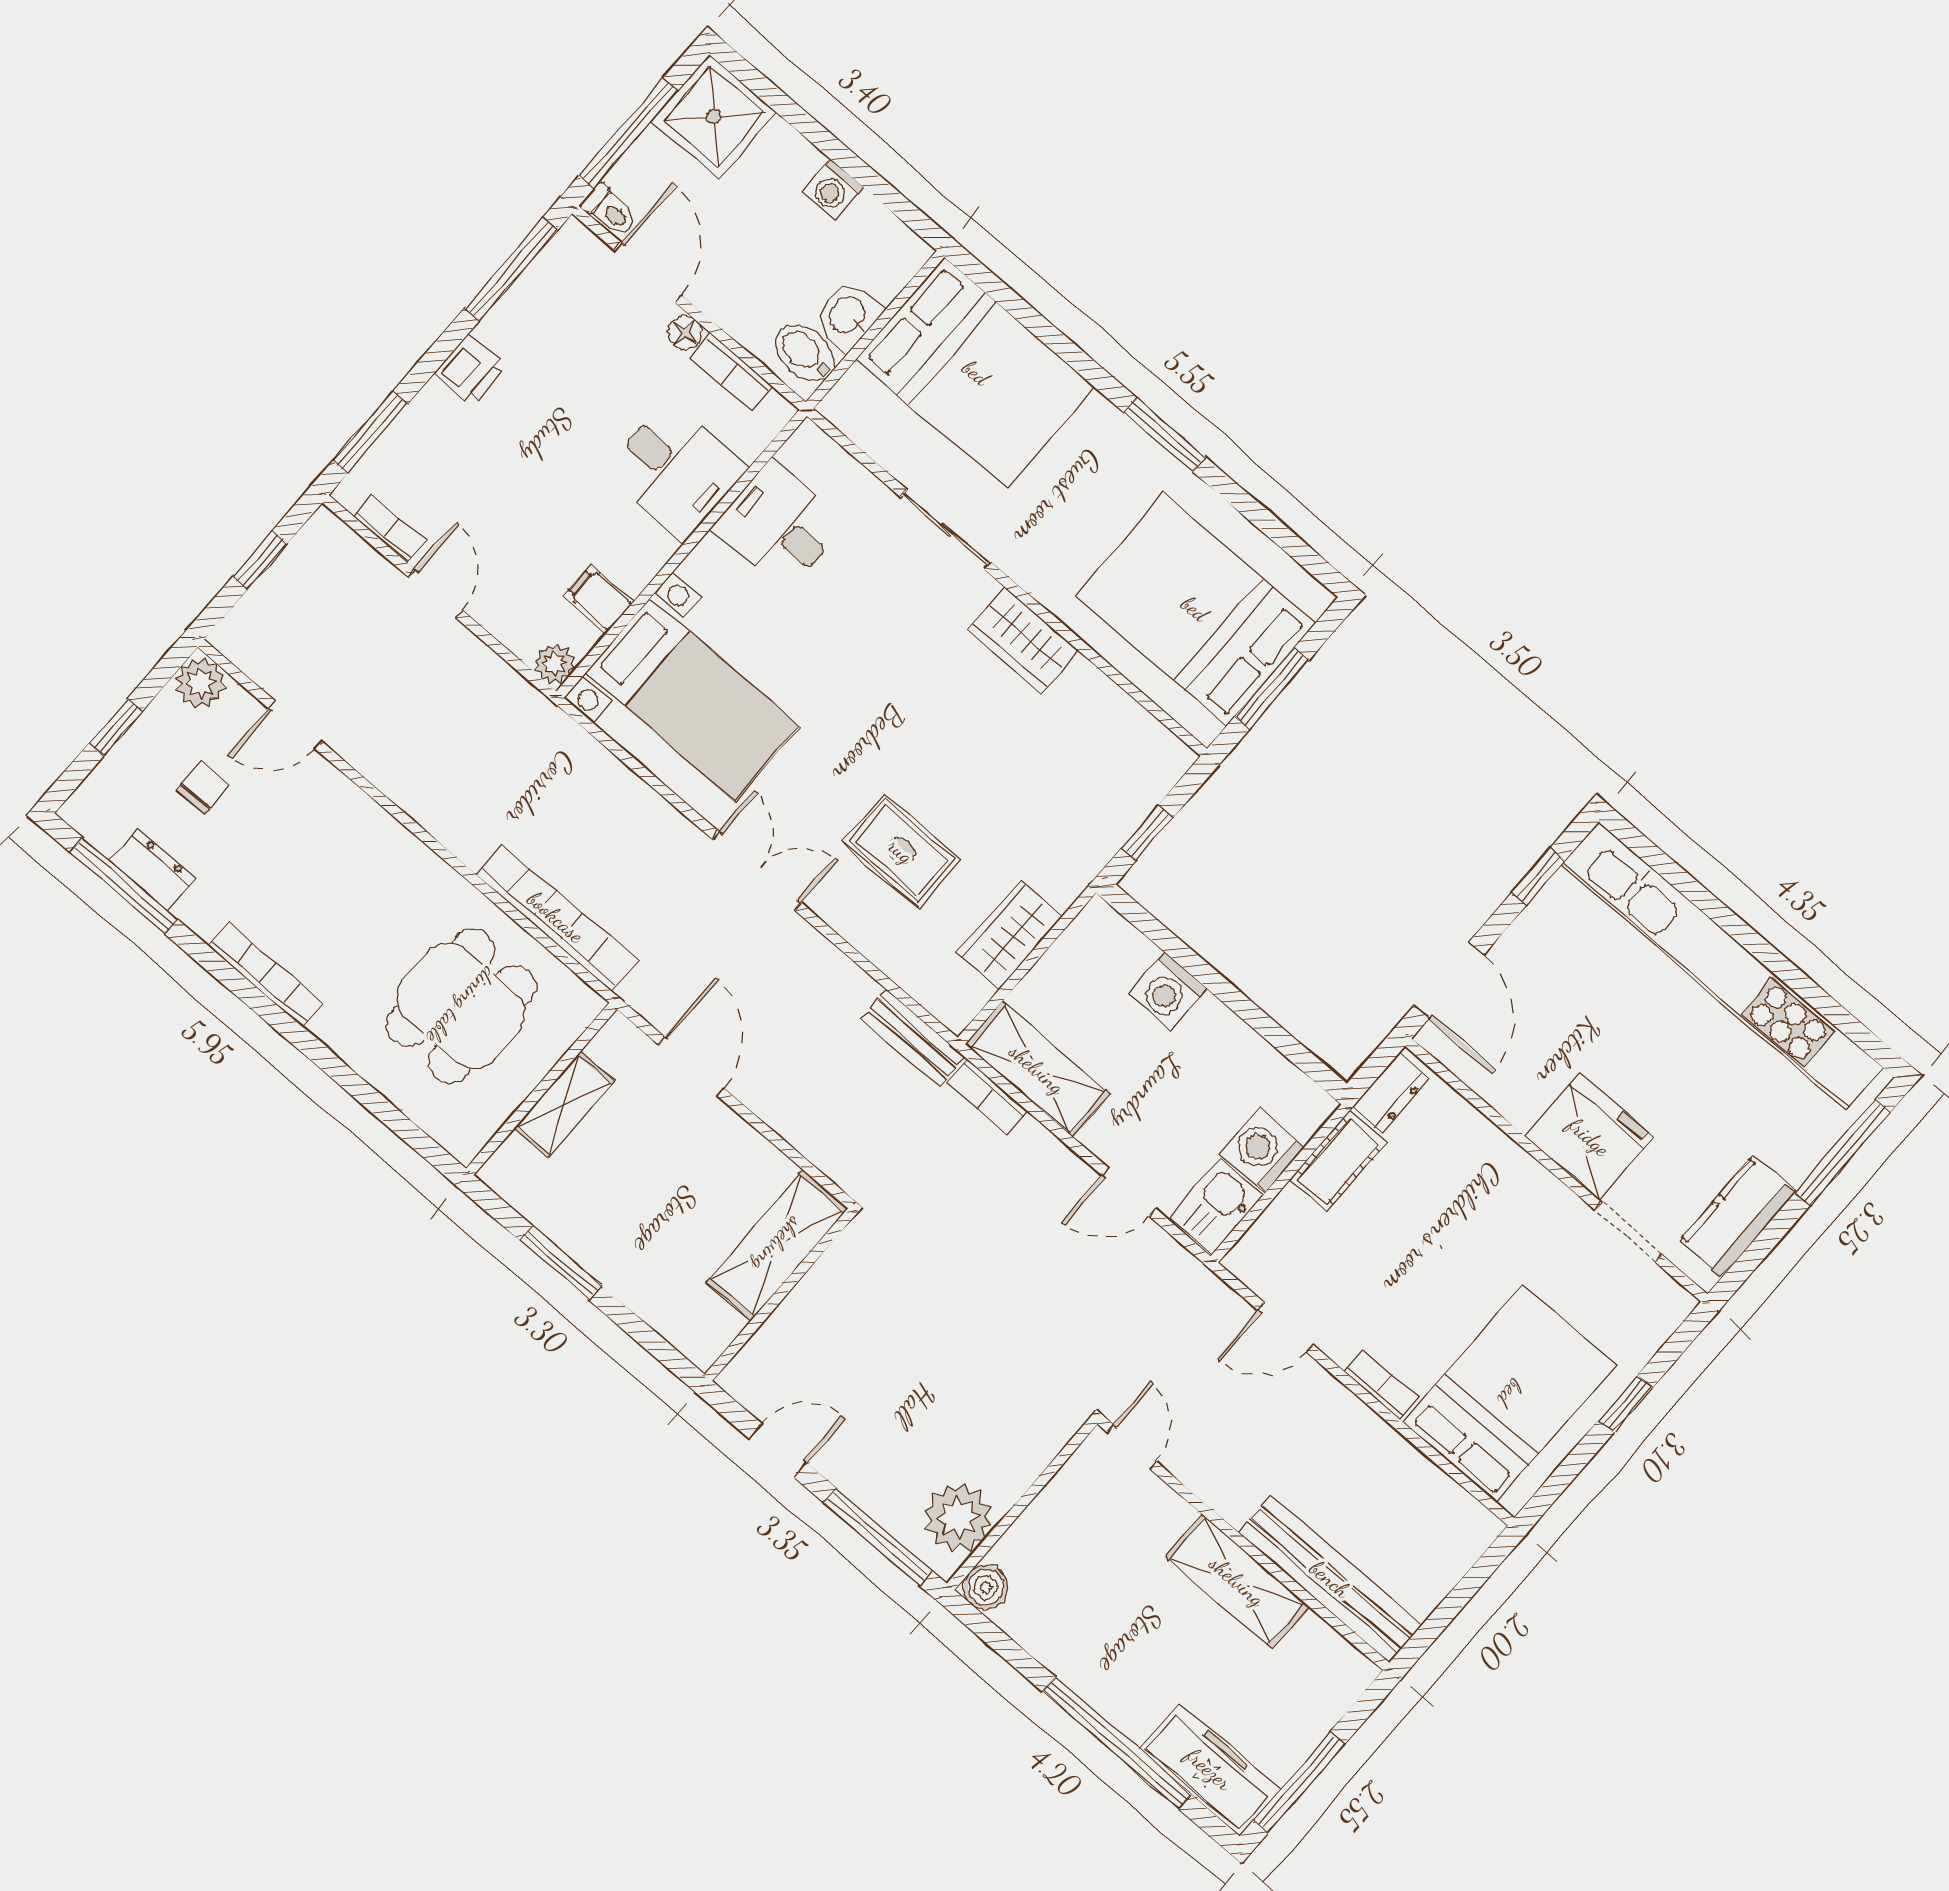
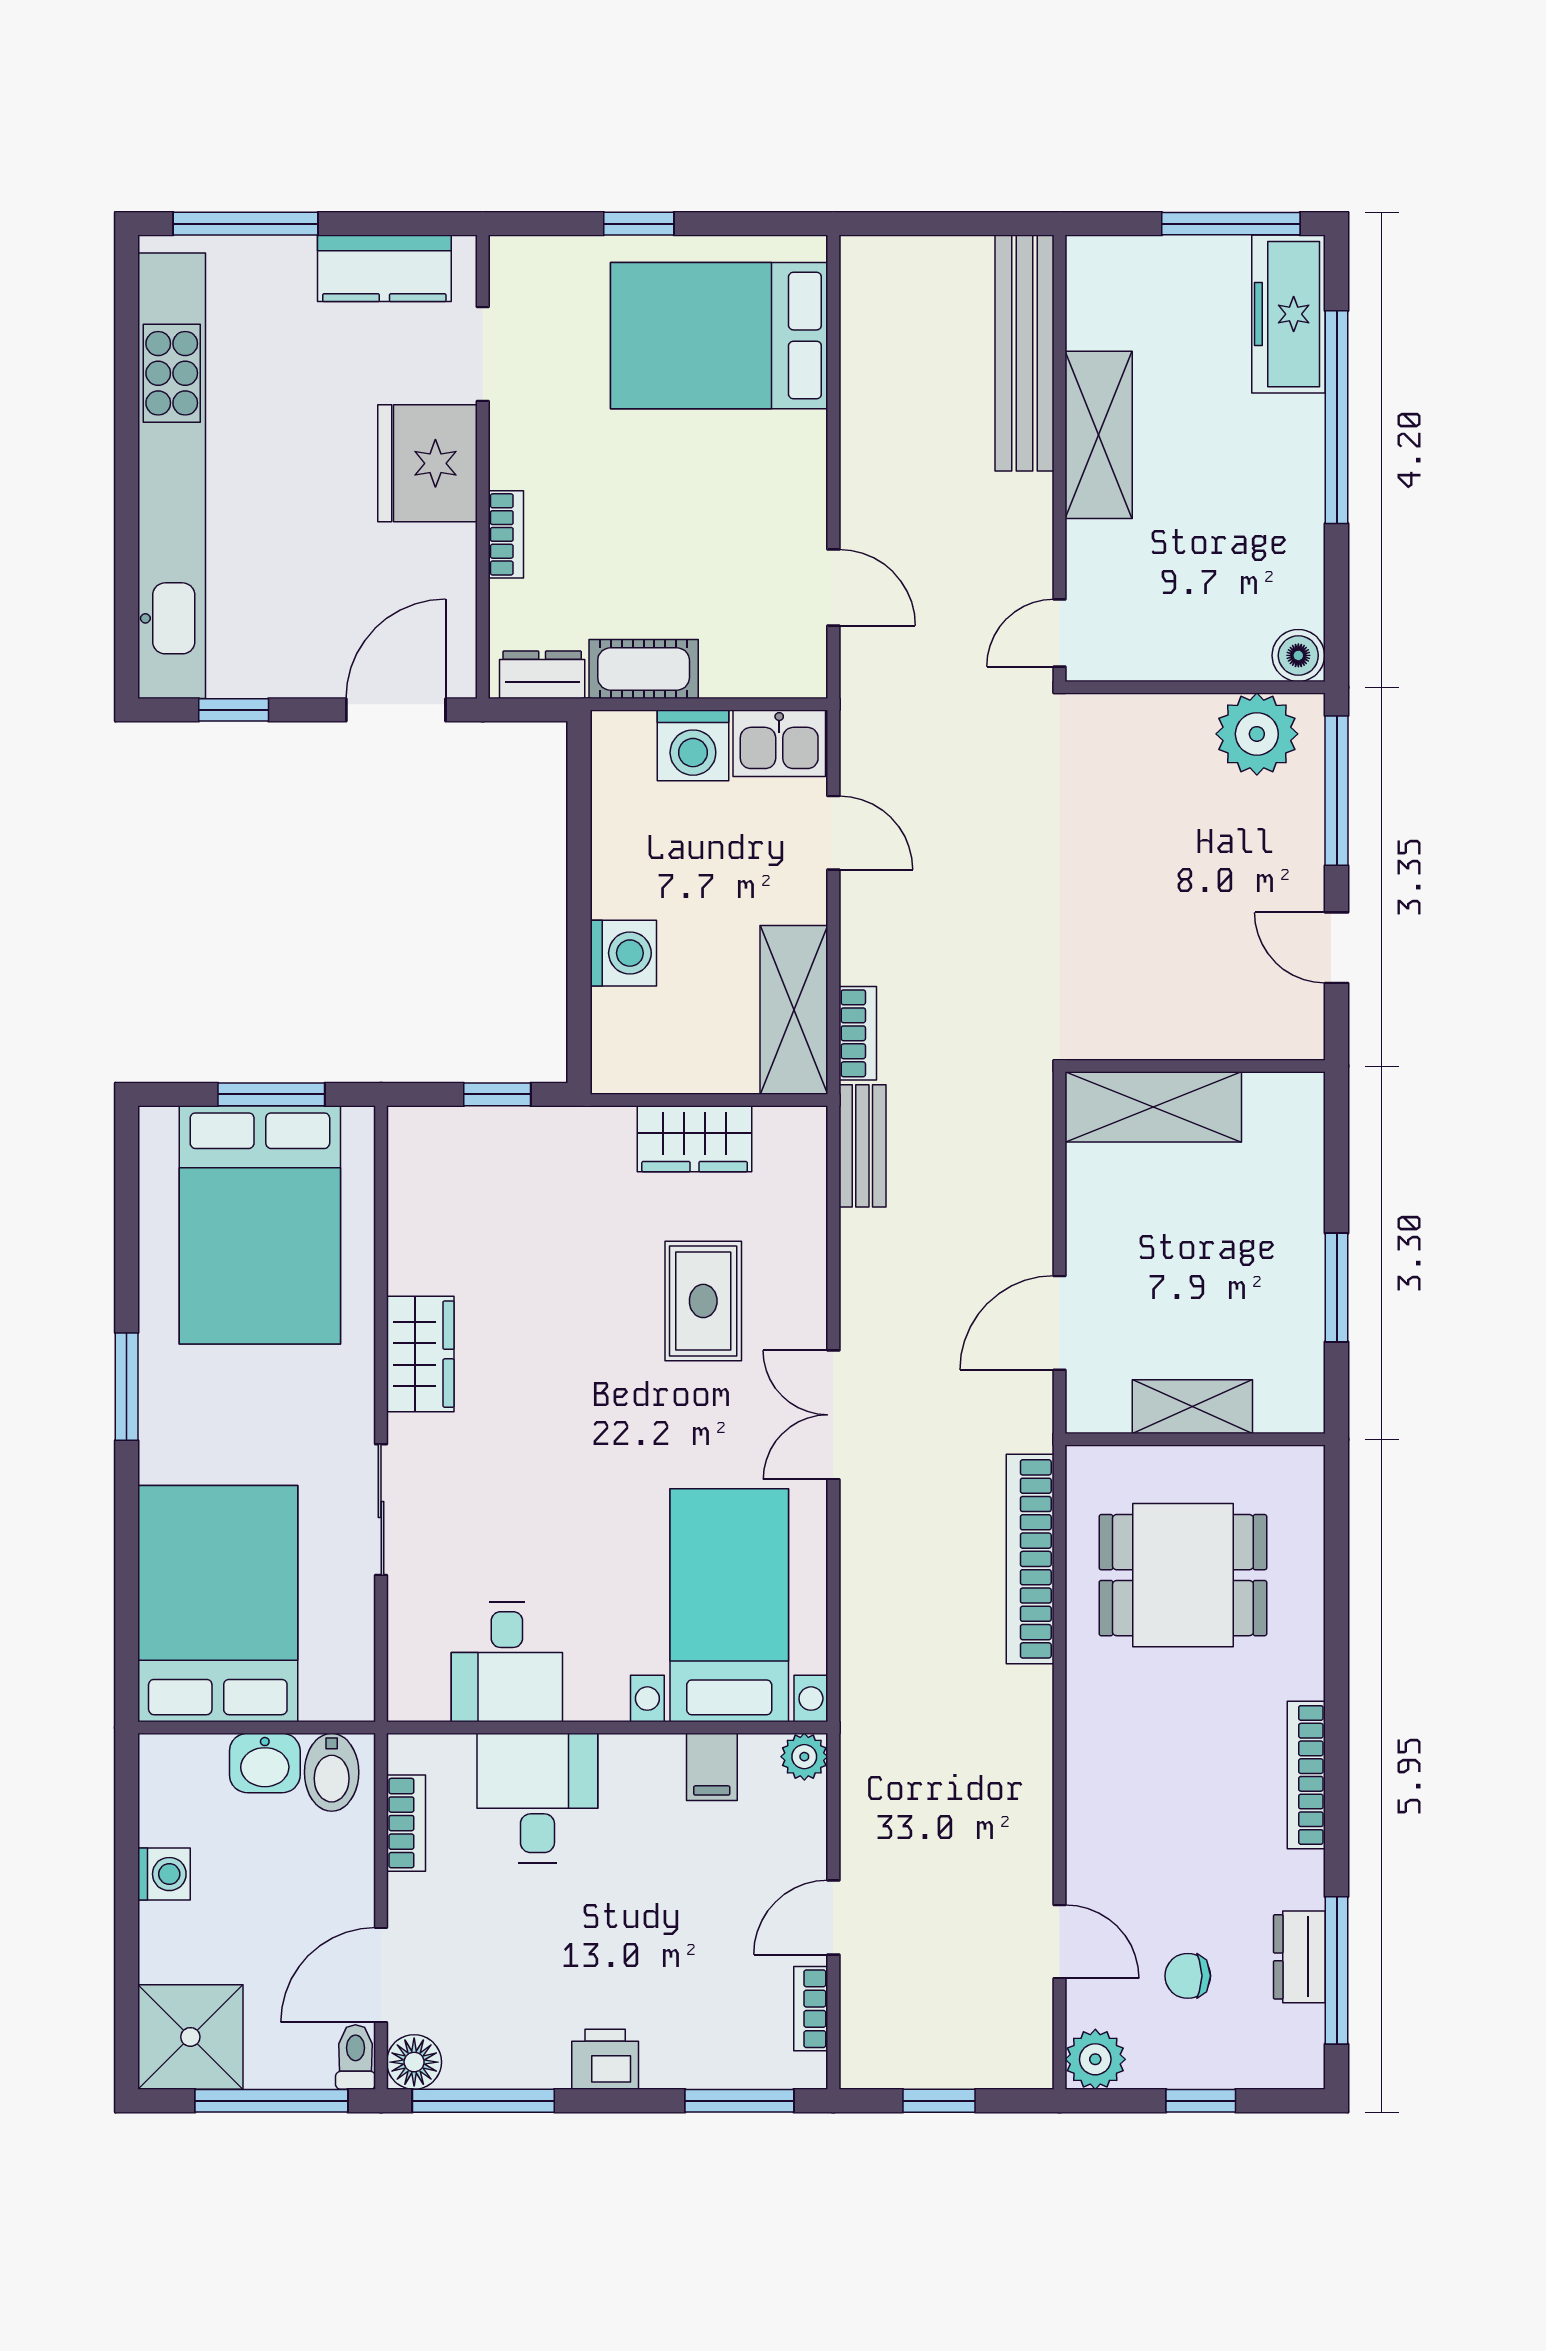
floor lamp: (685, 333) -> (414, 2062), moved, width x1.37, depth x1.37
bookcase: (1382, 1385) -> (506, 534), moved, turned 180

